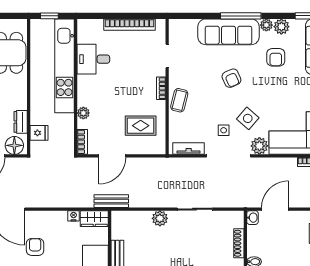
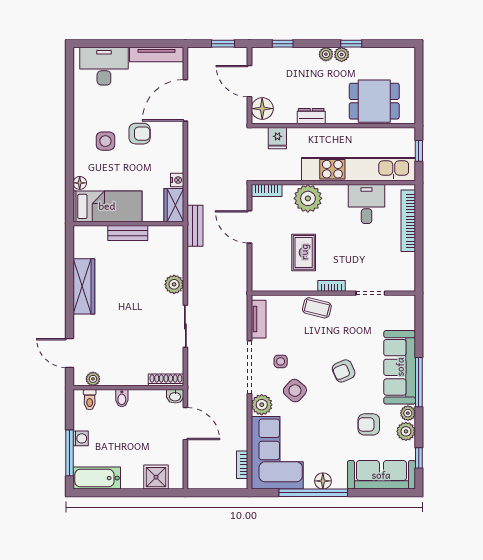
bookcase: (129, 25) -> (408, 221), moved
plant: (83, 113) -> (308, 198), width x1.87, depth x1.87
dresser: (21, 122) -> (311, 116), moved
rug: (141, 126) -> (304, 252), moved
shoe rack: (239, 243) -> (166, 380), moved

